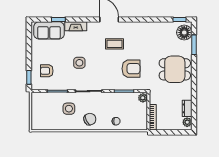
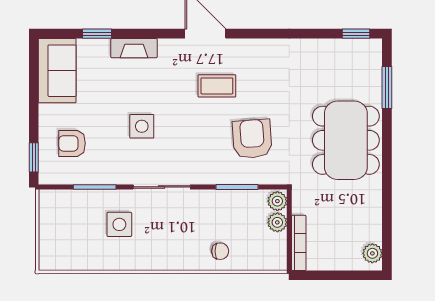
sofa: (49, 30) -> (57, 71), moved, turned -90
floor lamp: (184, 33) -> (366, 62), removed
armchair: (131, 69) -> (252, 139), turned -94
dining table: (175, 69) -> (346, 140), width x1.38
plant: (143, 108) -> (277, 222), added
dresser: (187, 108) -> (372, 224), removed
chair: (90, 119) -> (164, 247), removed

